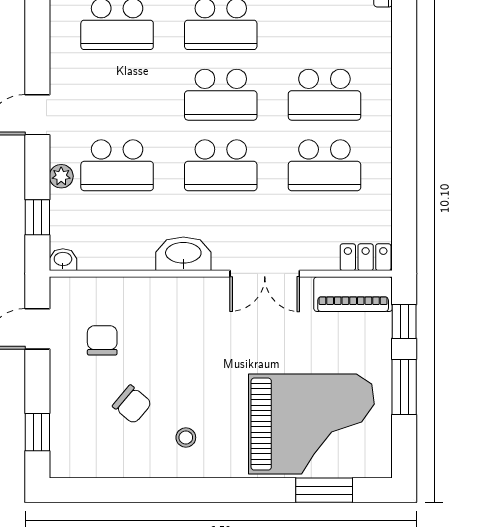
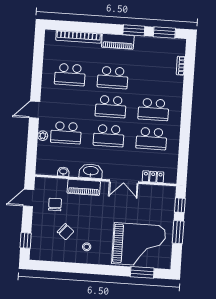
window: (37, 217) -> (32, 152), removed
locker: (366, 257) -> (153, 177), moved
washbasin: (63, 260) -> (63, 172), moved
piano: (353, 294) -> (84, 187), moved

